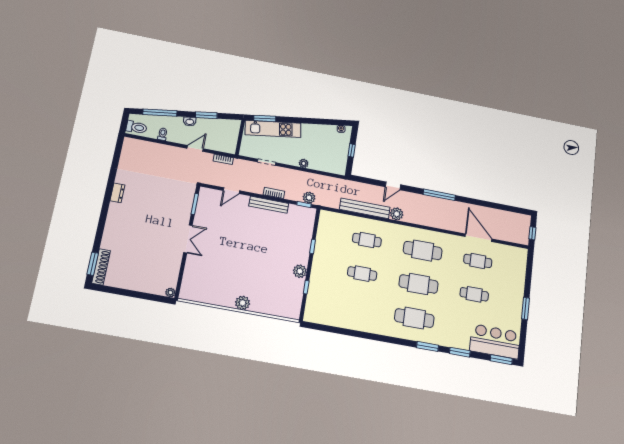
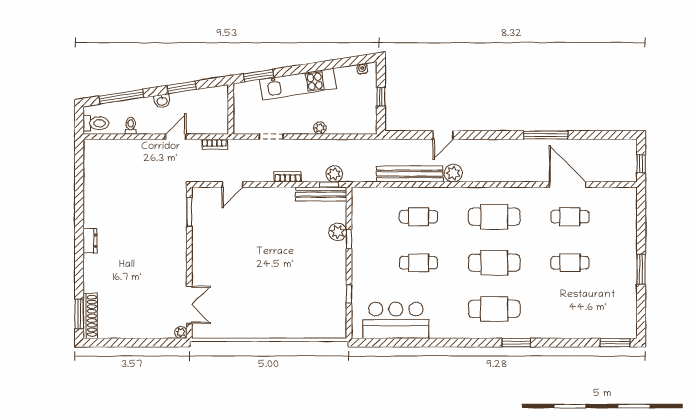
kitchen unit: (273, 129) -> (298, 84), moved
dresser: (117, 193) -> (90, 241), moved
window: (439, 195) -> (546, 135), moved
bench: (269, 205) -> (321, 194), moved
double door: (188, 239) -> (189, 305), moved
plant: (300, 271) -> (338, 232), moved
plant: (243, 303) -> (272, 329), removed
bar counter: (495, 341) -> (396, 320), moved
window: (460, 352) -> (559, 343), removed

